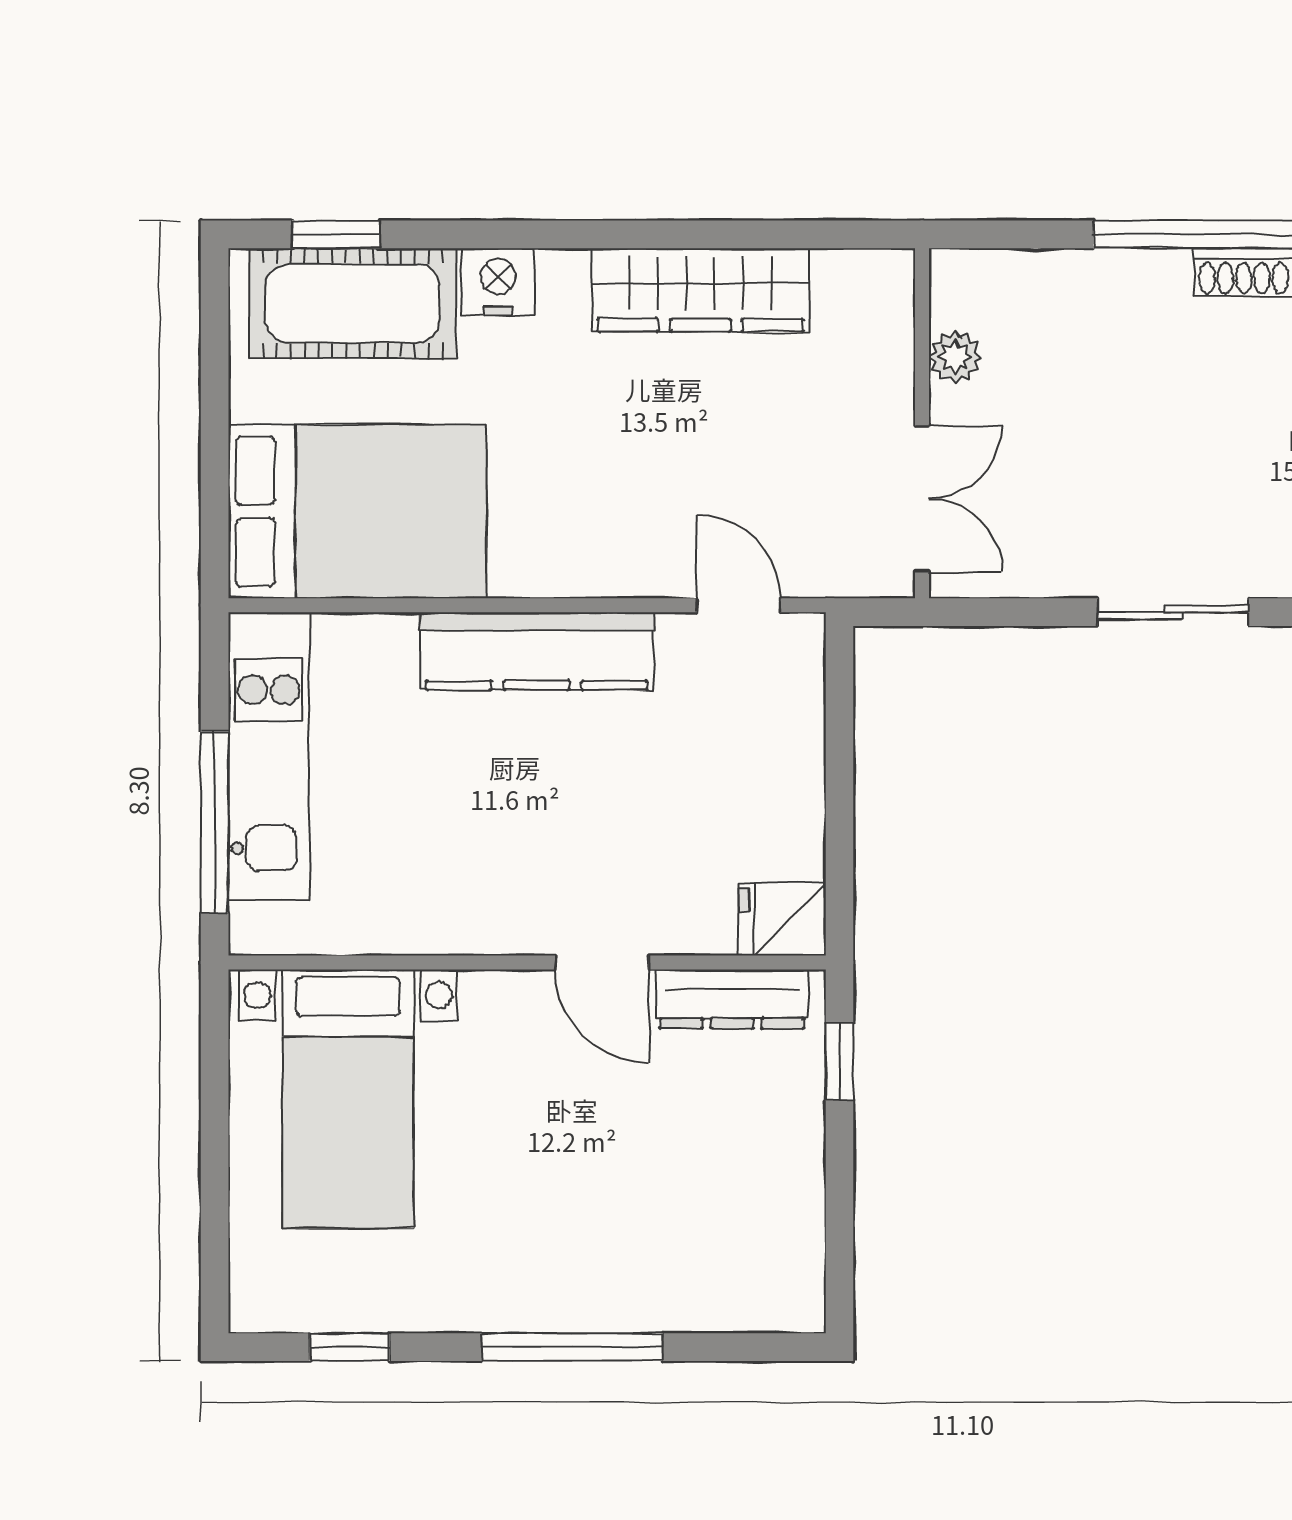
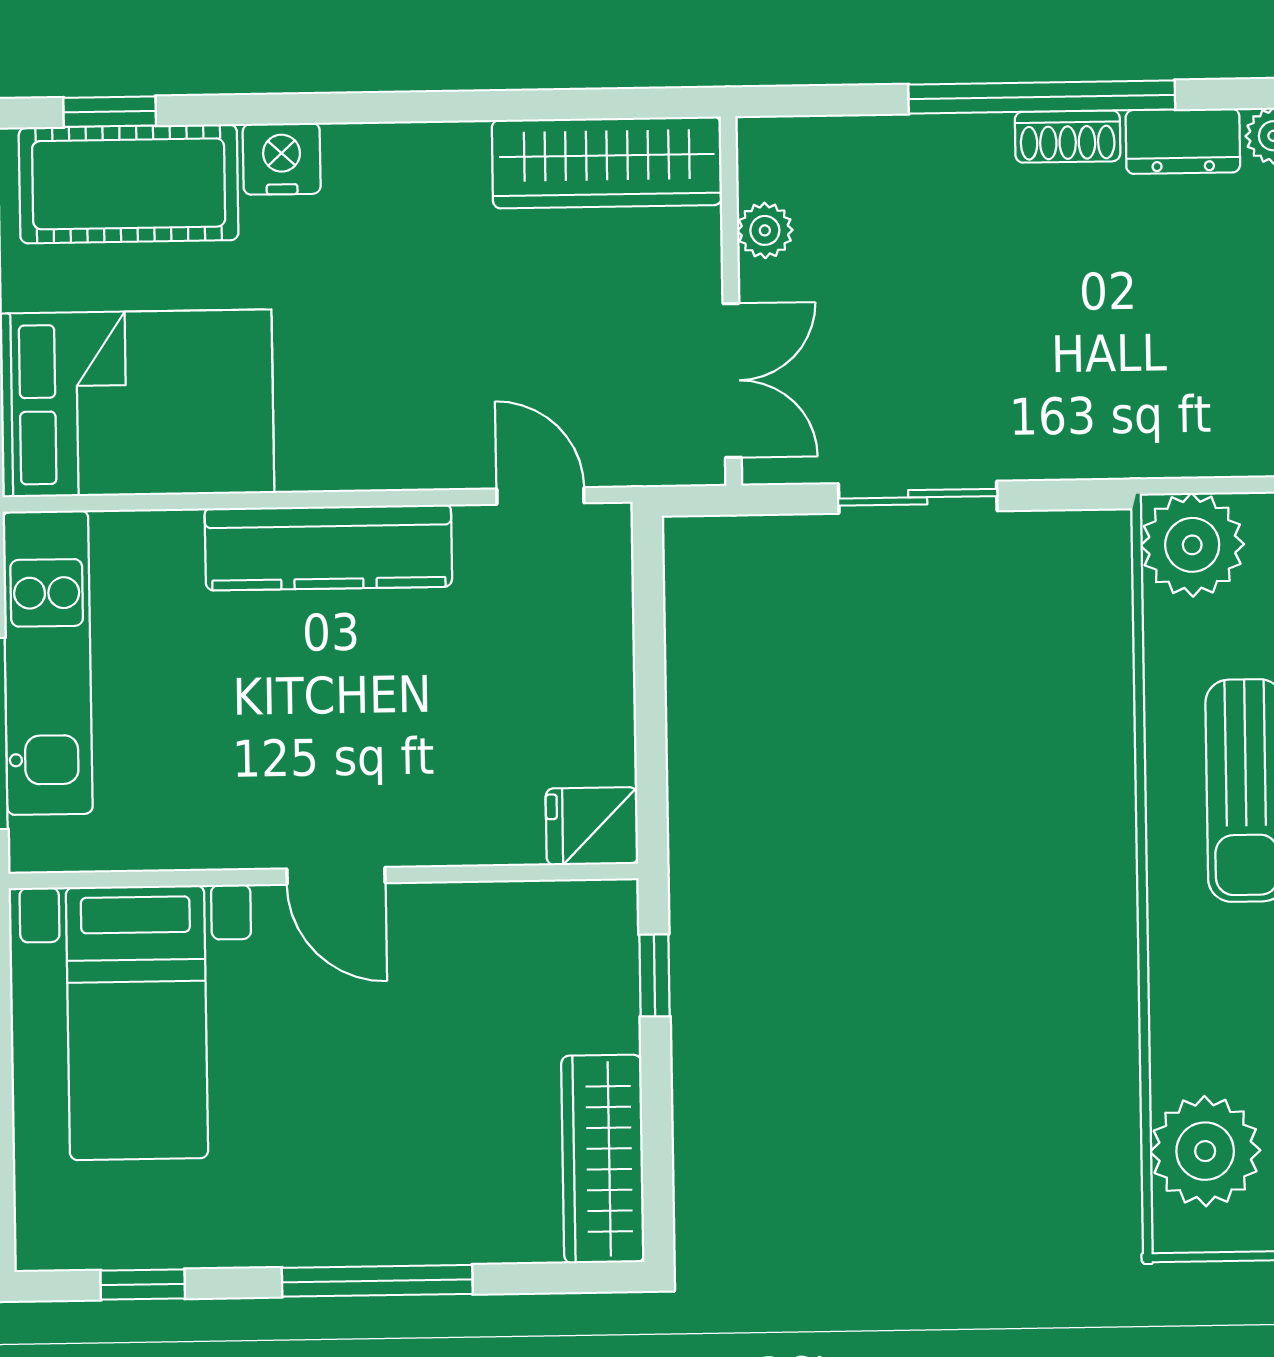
wardrobe: (700, 290) -> (607, 163), moved
sliding door: (1173, 612) -> (918, 497), moved
door: (602, 962) -> (336, 876), moved
dresser: (732, 999) -> (540, 911), removed
wardrobe: (788, 1235) -> (603, 1159), added

